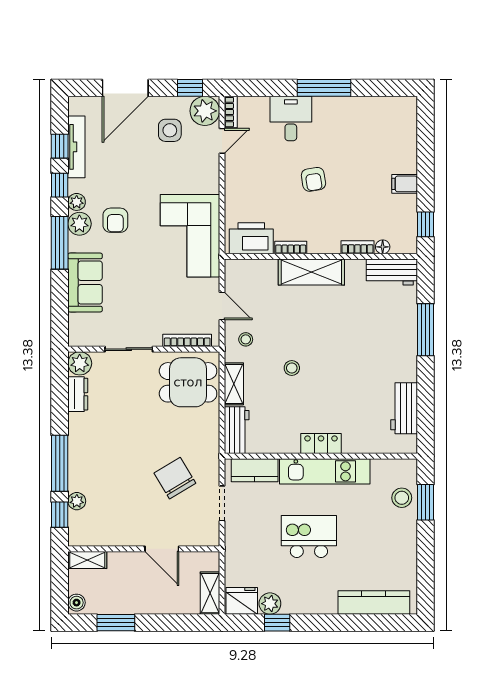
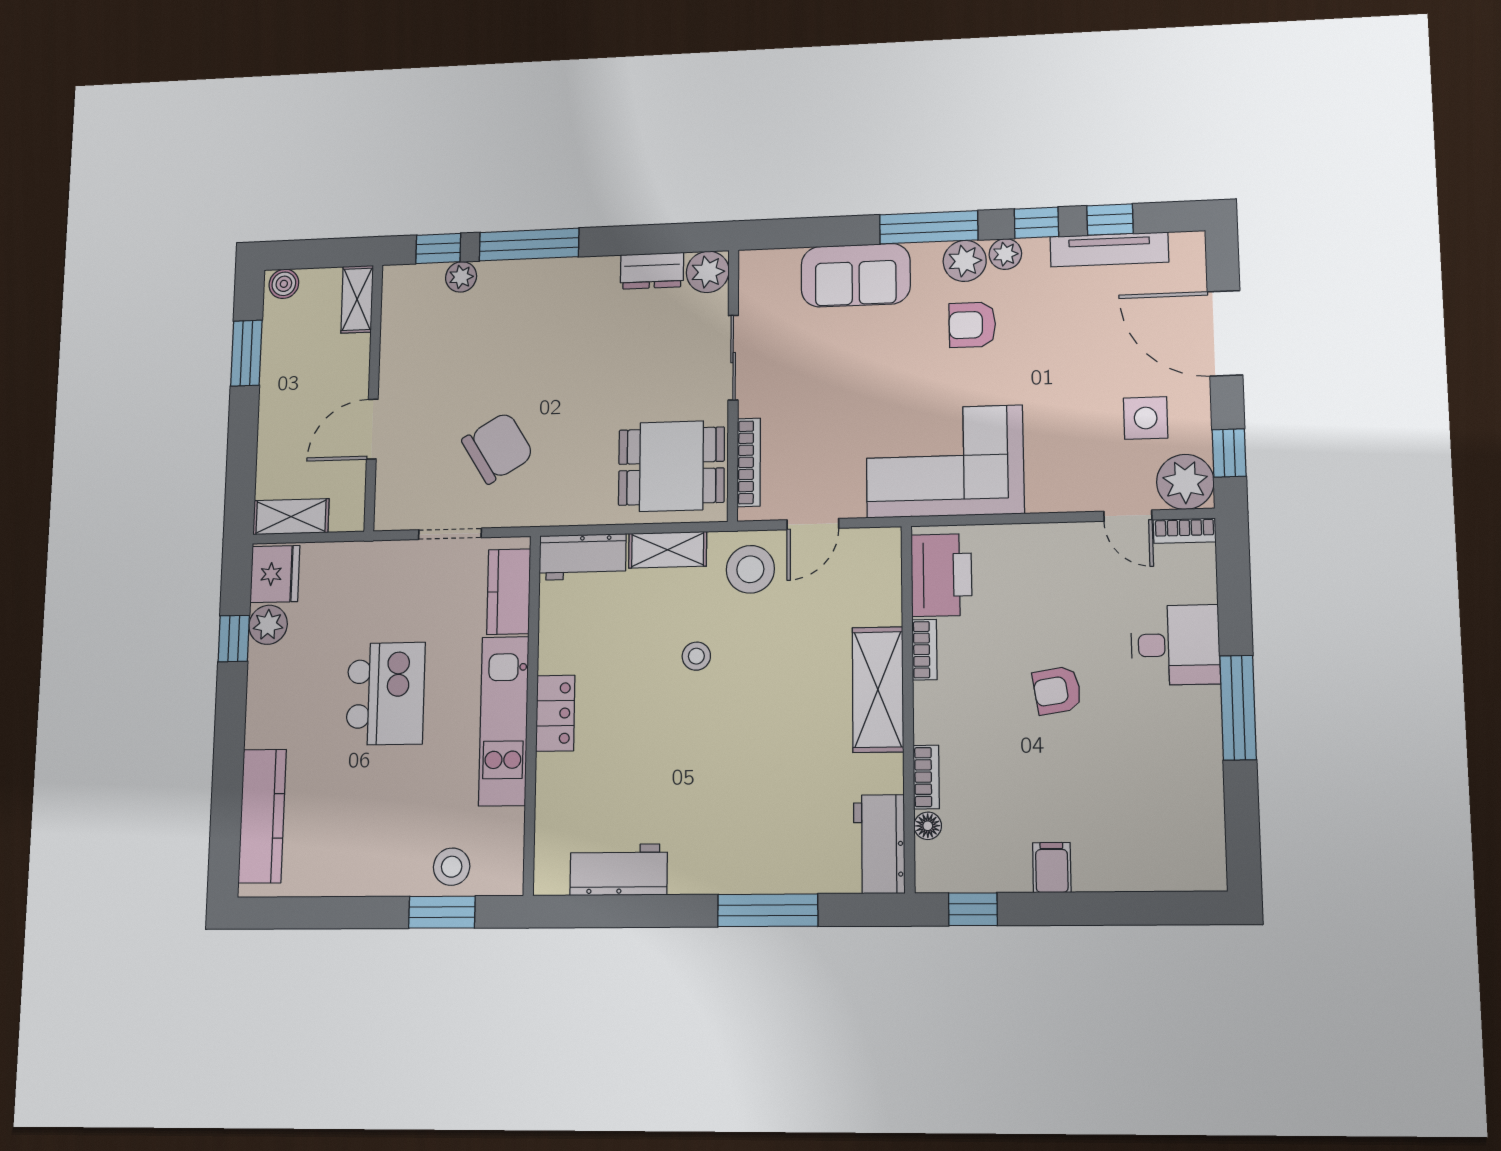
stool: (246, 339) -> (750, 569), width x1.89, depth x1.89
dining table: (188, 382) -> (671, 466), turned 90

